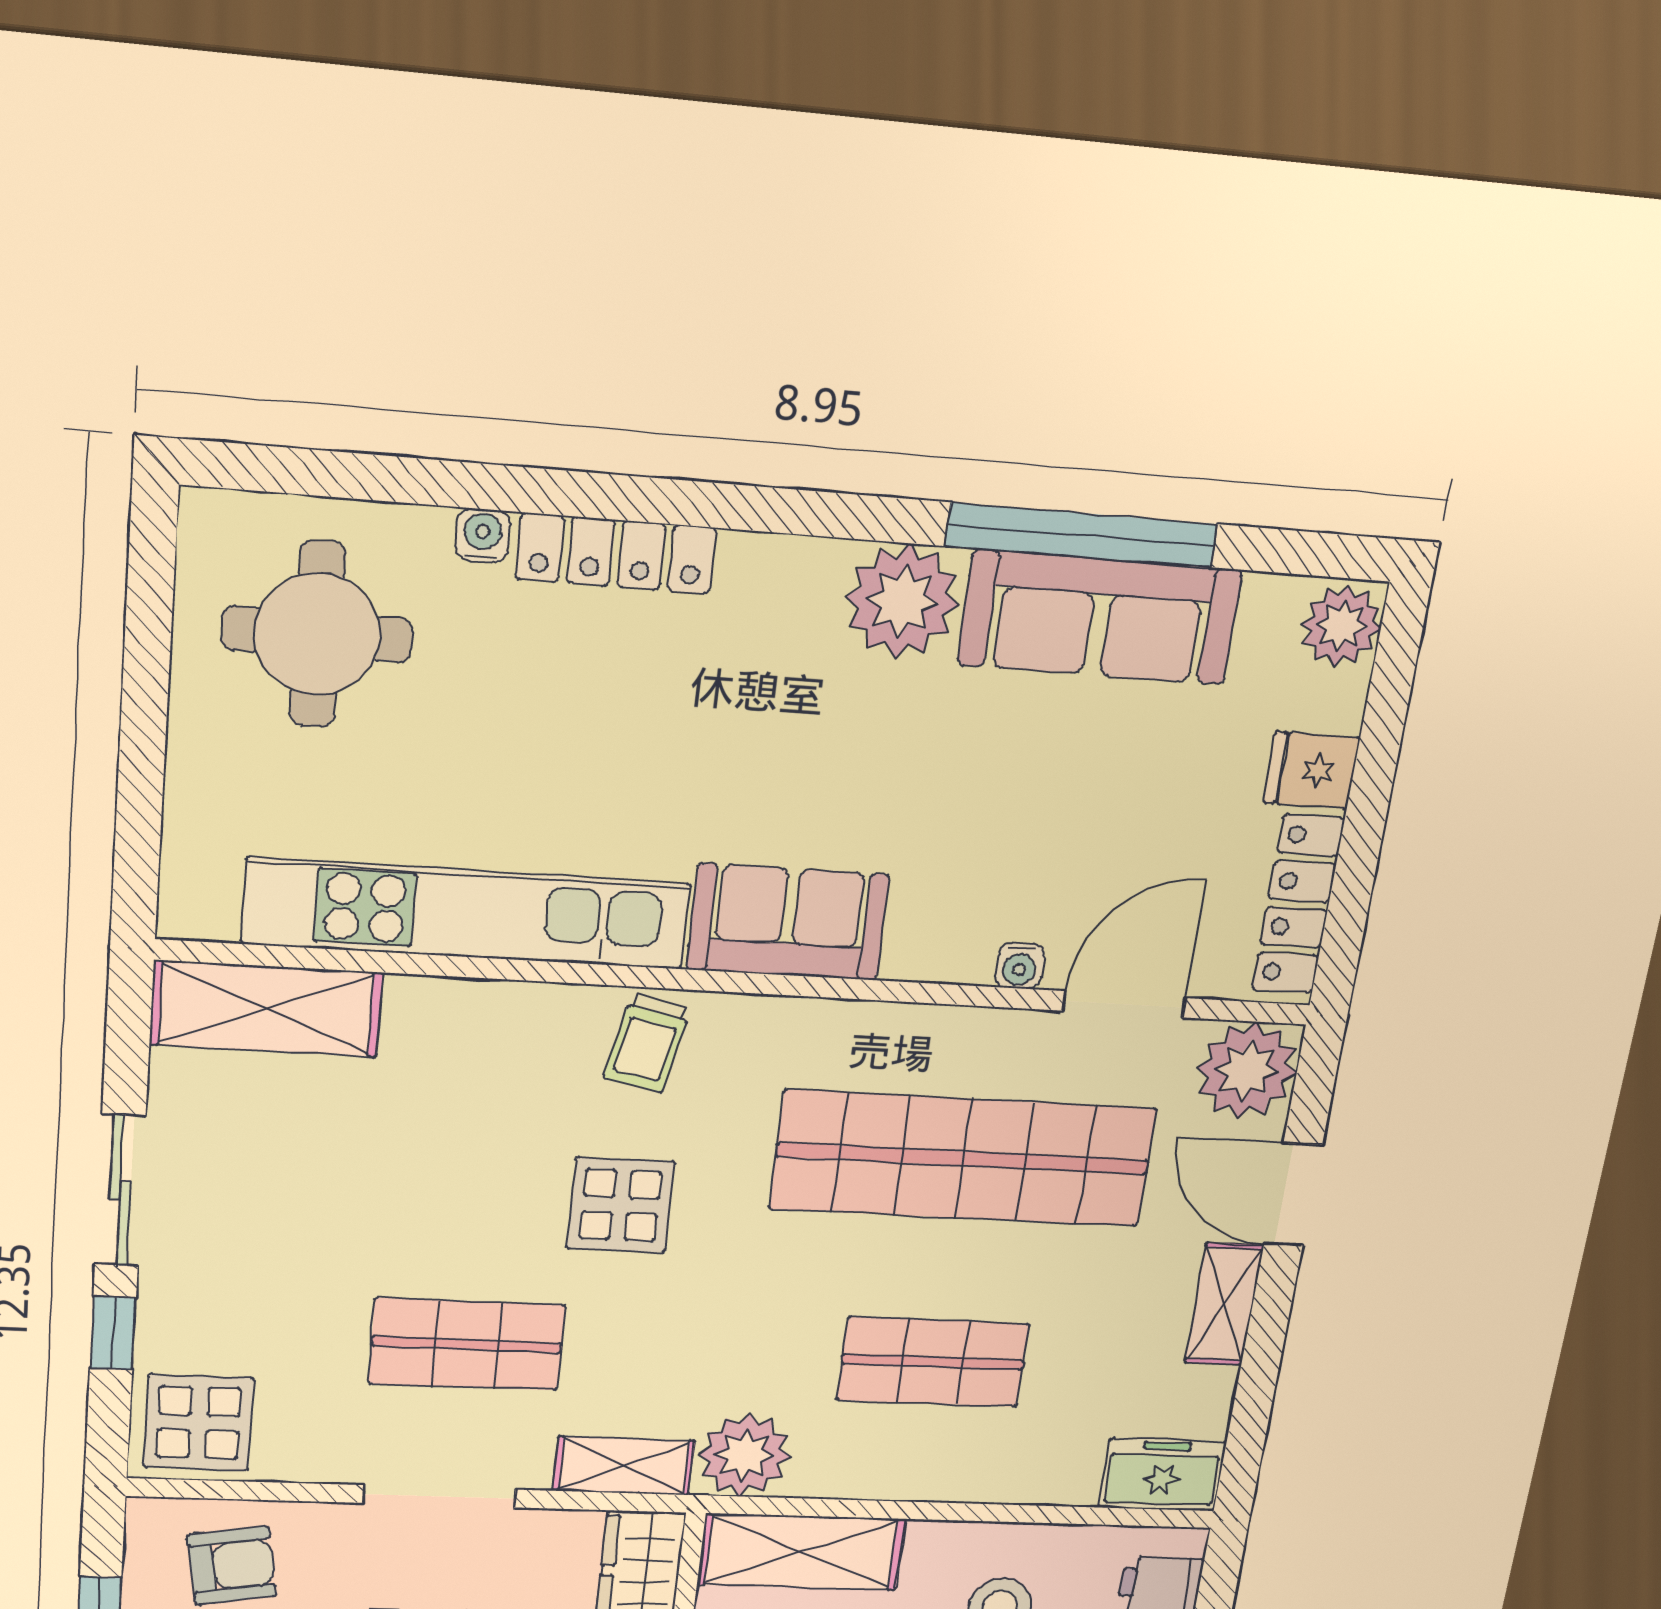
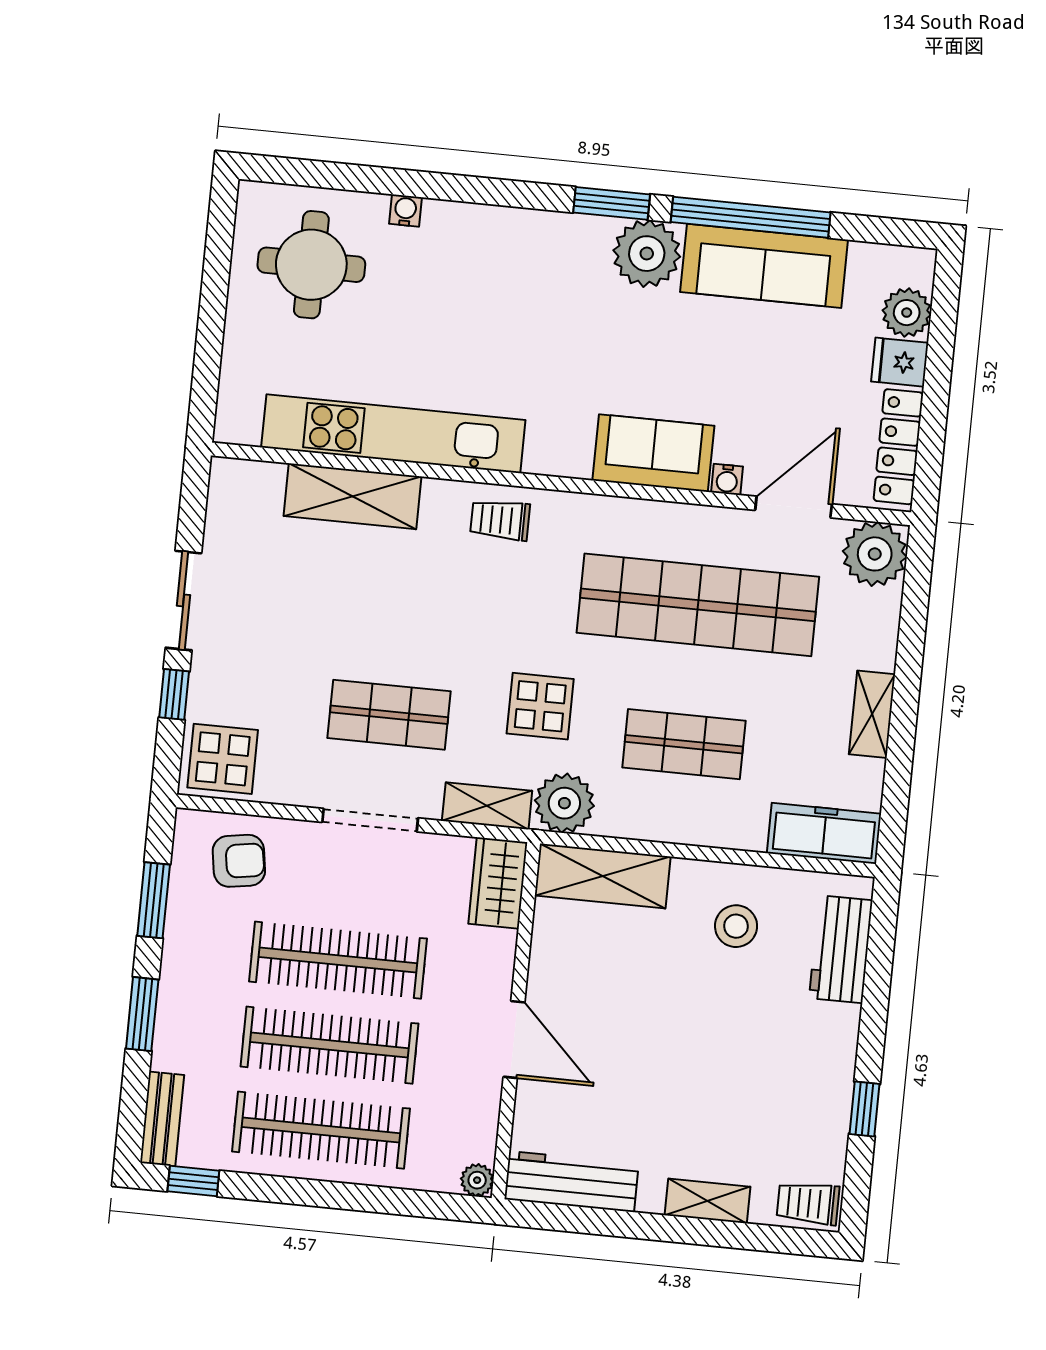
window: (845, 516) -> (612, 203), added
locker: (616, 553) -> (481, 222), removed
plant: (1341, 626) -> (907, 313), moved
sofa: (788, 922) -> (653, 453), moved
shelving: (266, 1009) -> (352, 496), moved
trolley: (647, 1043) -> (500, 520), turned 78
door: (1293, 1195) -> (911, 640), removed
display table: (621, 1205) -> (540, 706), moved
freezer: (1162, 1475) -> (824, 833), width x1.40

